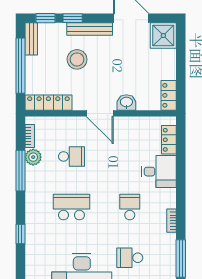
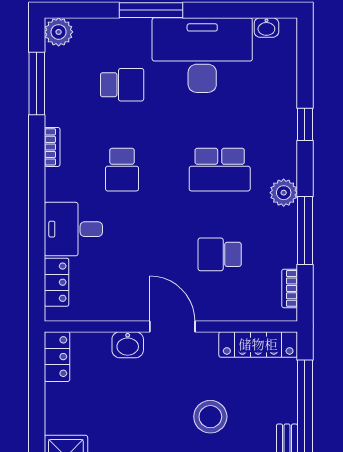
plant: (33, 157) -> (284, 193), moved

